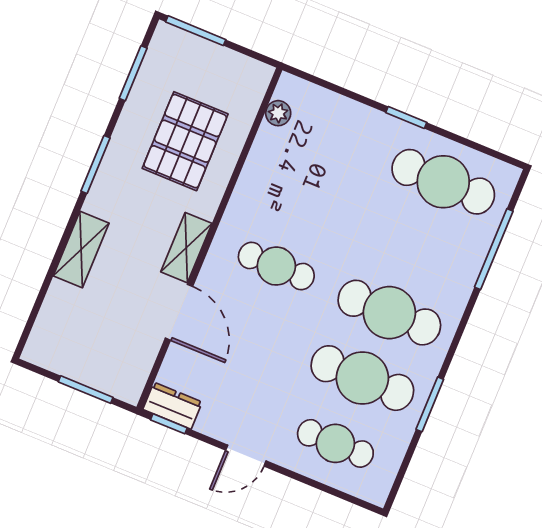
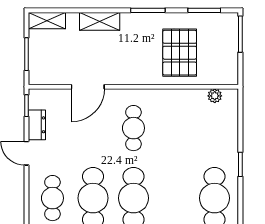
pallet: (185, 141) -> (180, 53), turned 90
shelving: (186, 248) -> (47, 21), moved
dresser: (173, 406) -> (37, 125), moved

